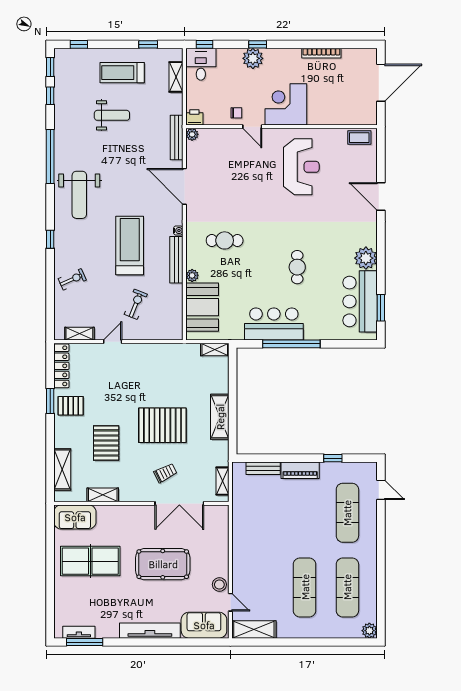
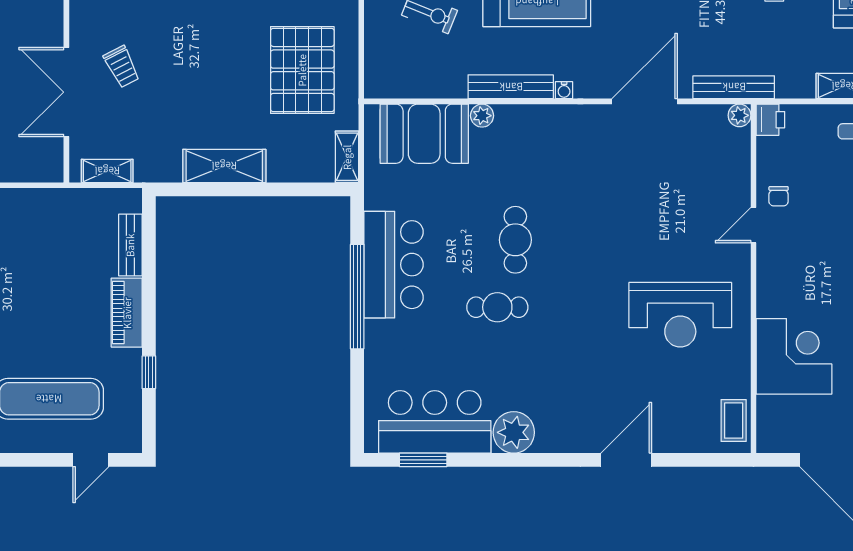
corner desk: (286, 104) -> (794, 356), moved
cafe table: (225, 240) -> (515, 240), moved
pallet: (162, 425) -> (302, 70), moved

